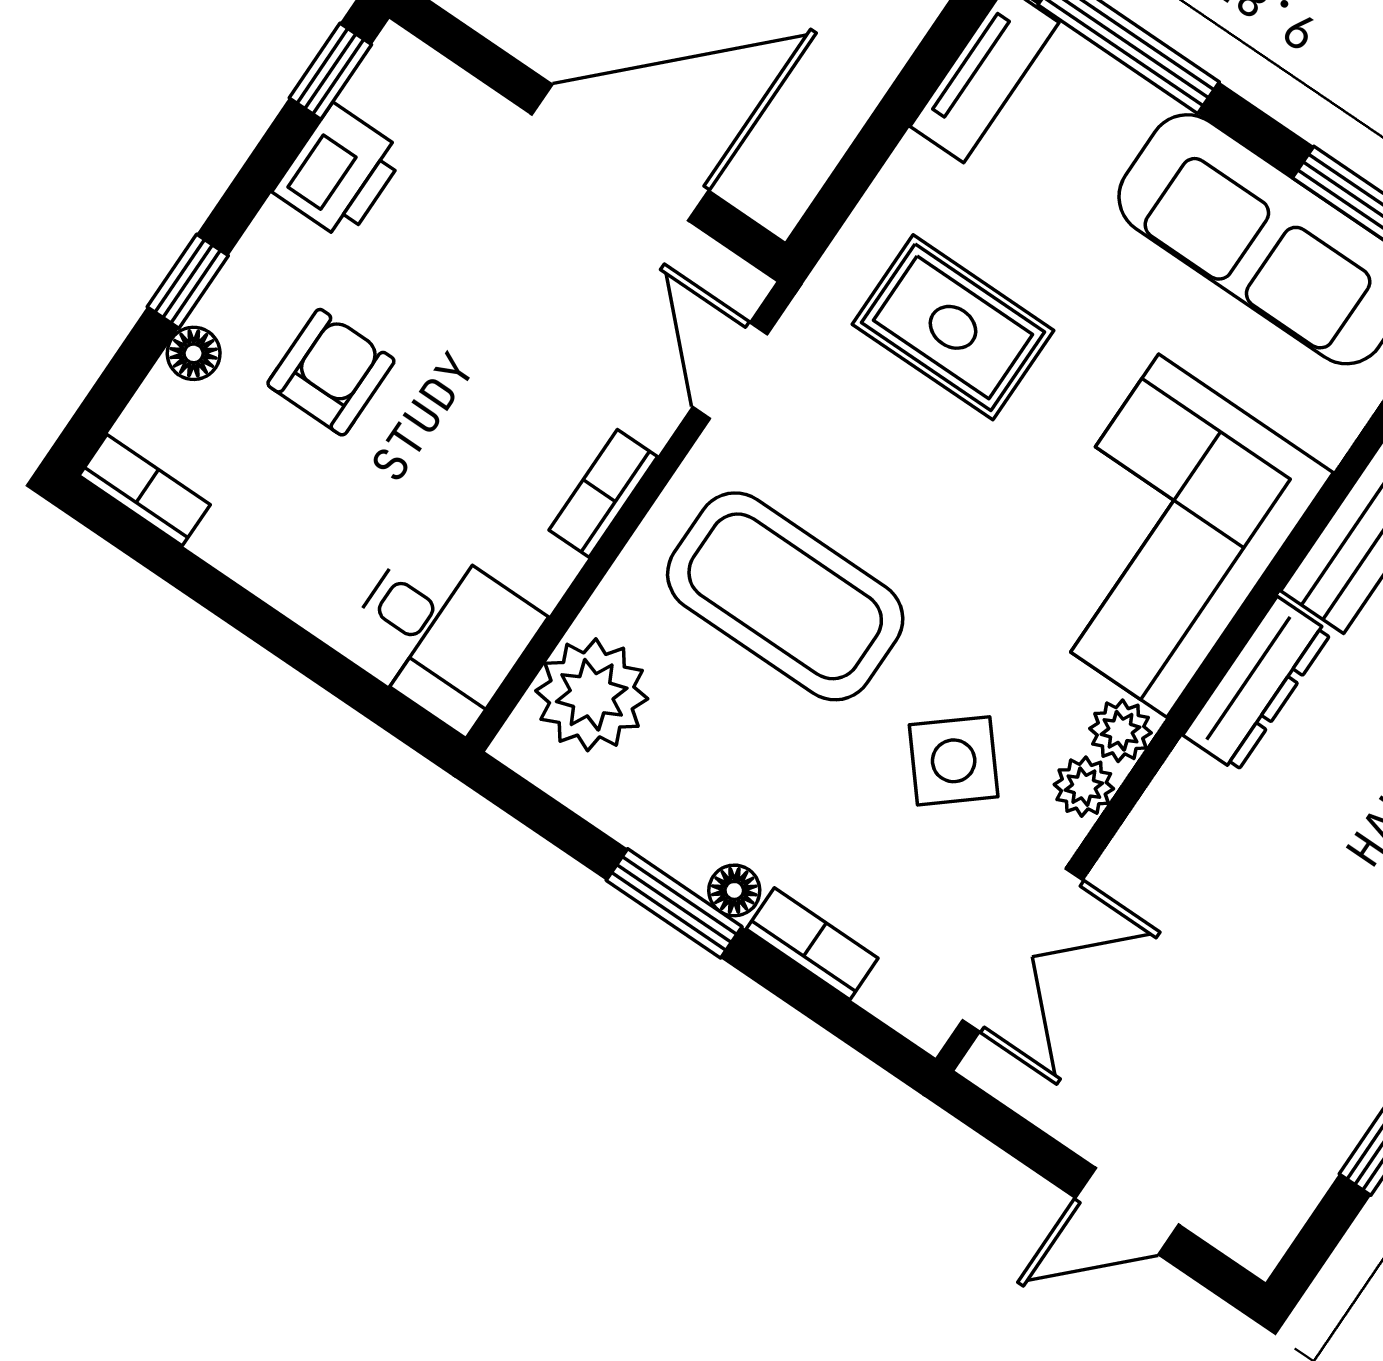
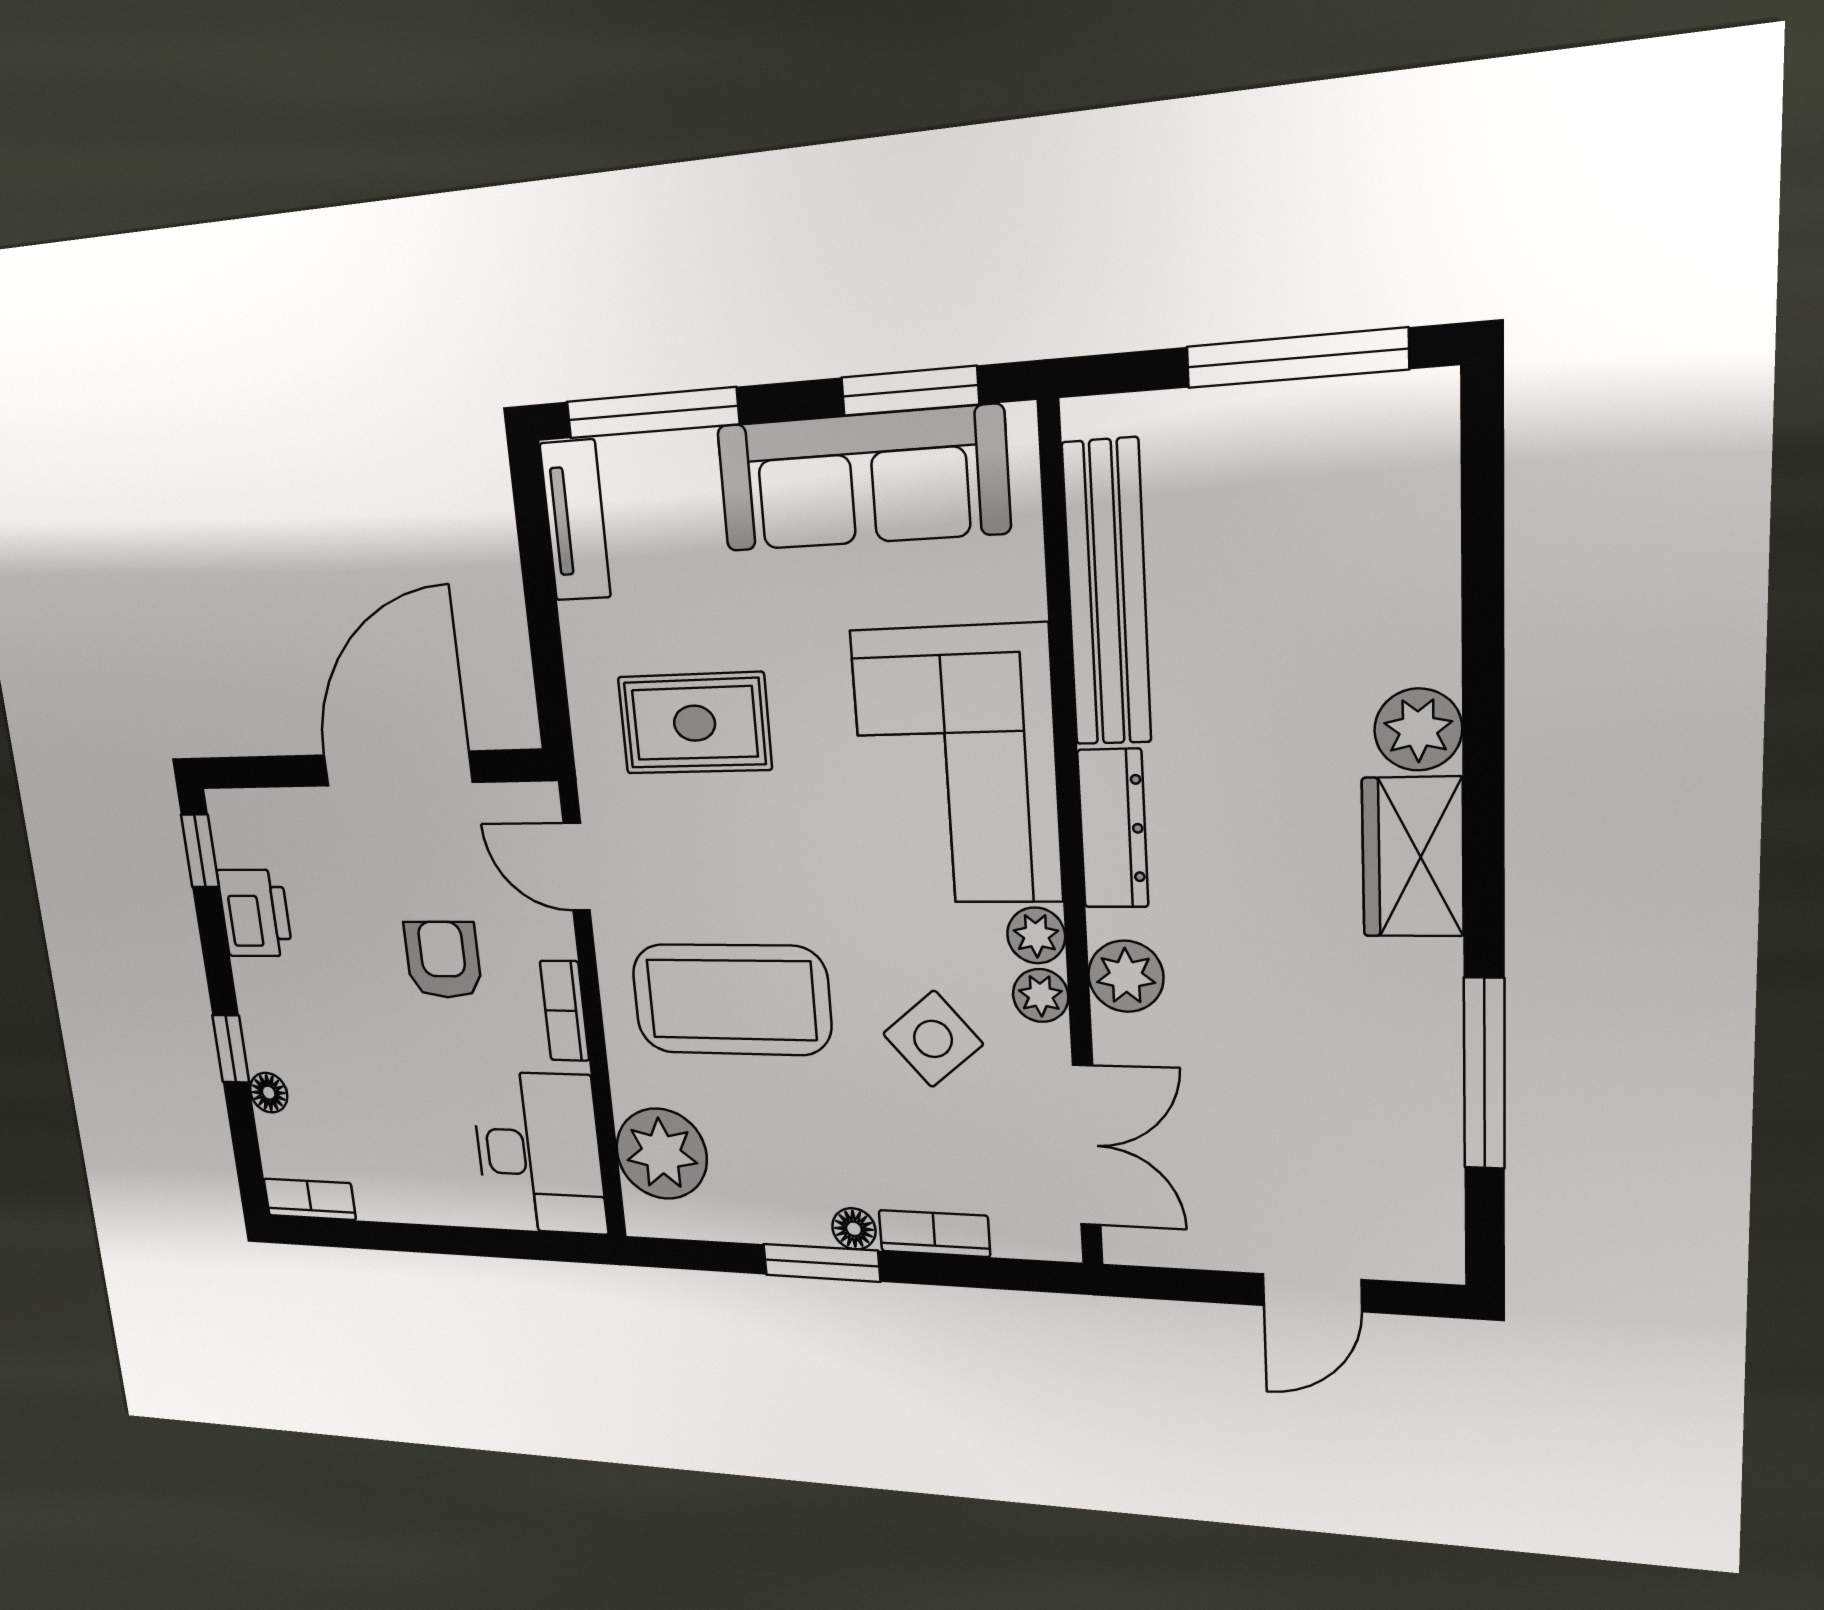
armchair: (331, 372) -> (443, 960), moved
desk: (442, 633) -> (539, 1153), width x1.37
plant: (1173, 820) -> (1126, 976), added

